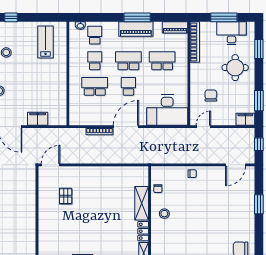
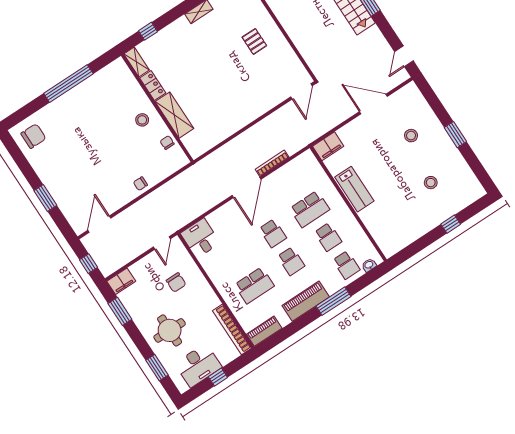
window: (137, 17) -> (333, 301), moved
window: (224, 17) -> (218, 377), width x0.46
lab bench: (46, 42) -> (354, 189), moved
school desk: (128, 61) -> (291, 261), width x0.54
desk: (167, 110) -> (200, 238), width x0.53, depth x0.77
filing cabinet: (38, 119) -> (328, 146), moved
pallet: (66, 196) -> (254, 41), moved

